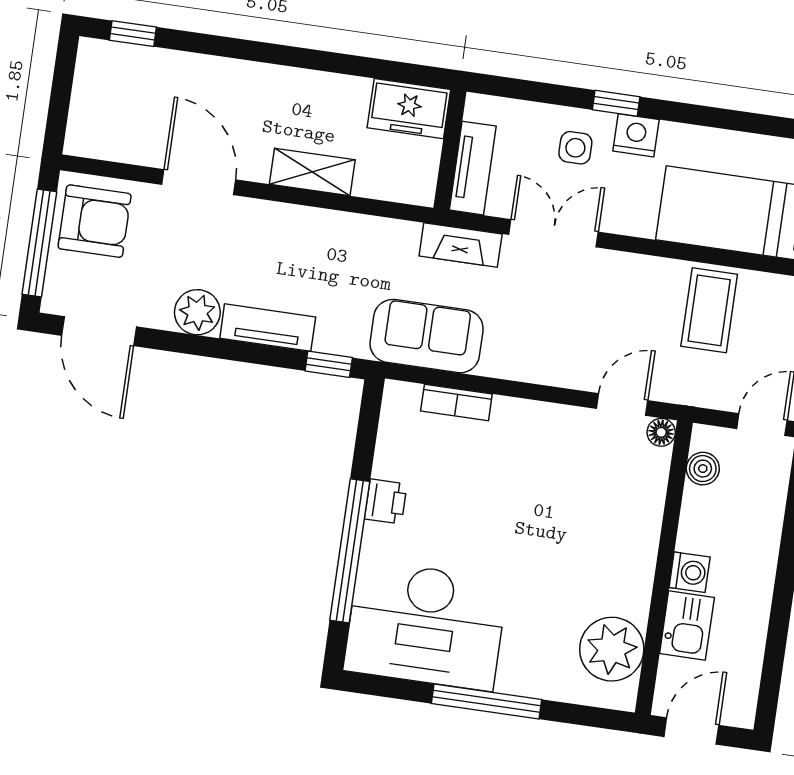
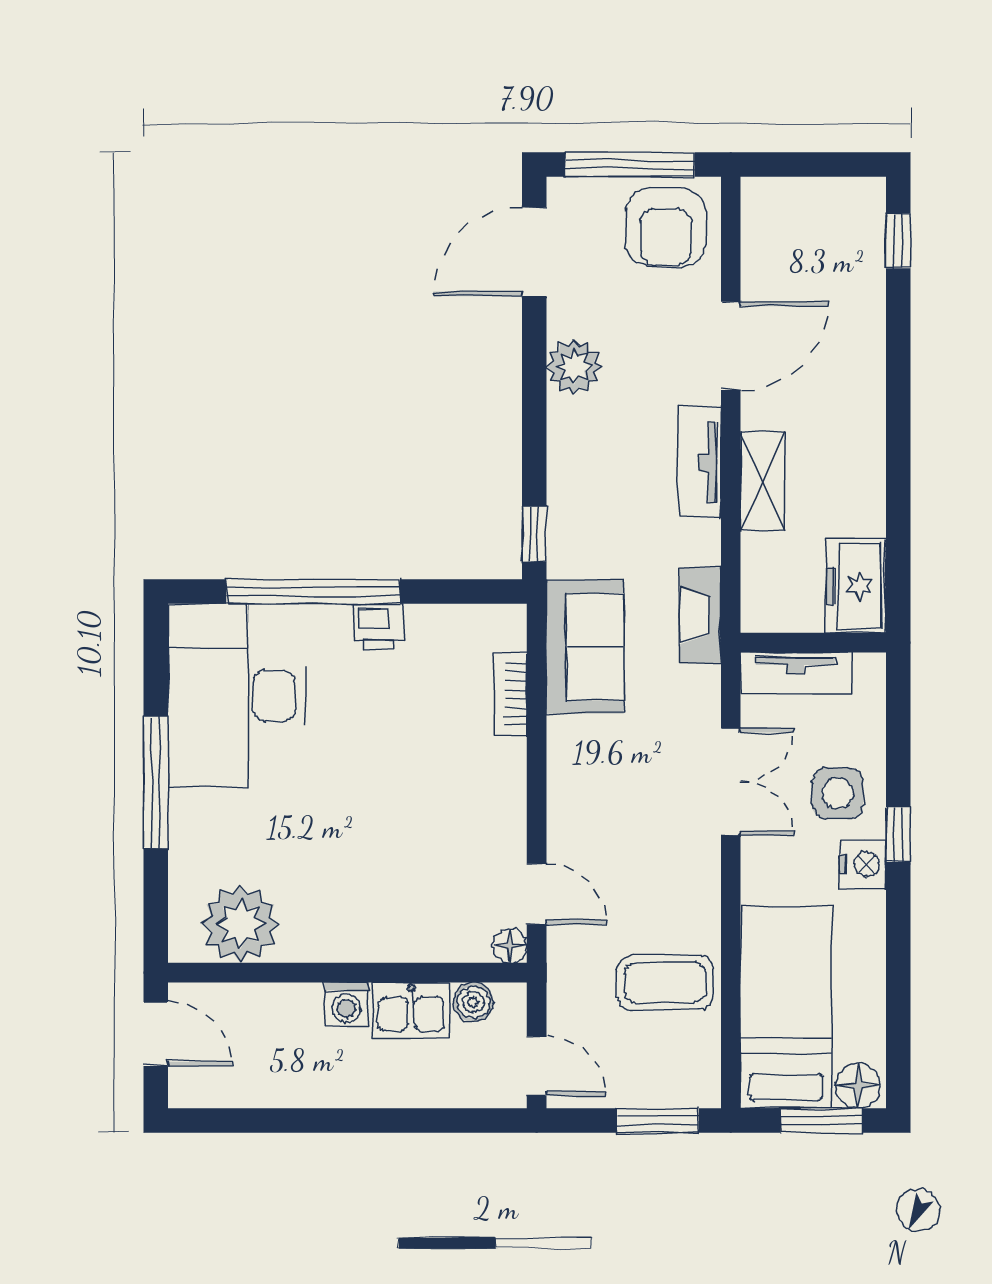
side table: (575, 148) -> (837, 793), width x1.37, depth x1.37
fireplace: (461, 245) -> (700, 615), moved
tv unit: (268, 328) -> (700, 462), moved, turned 180
kitchen sink: (687, 626) -> (411, 1010), moved

